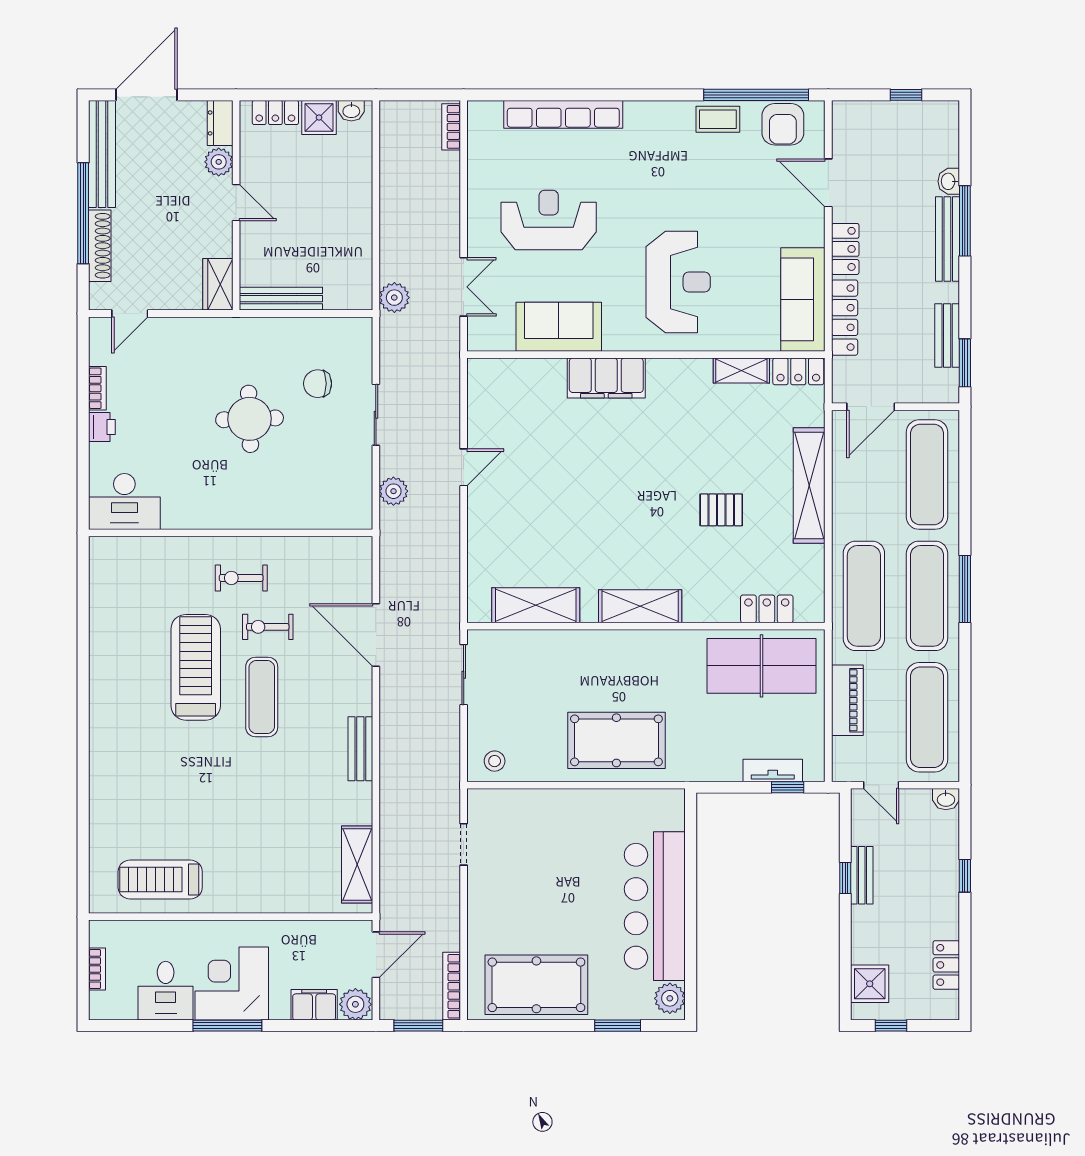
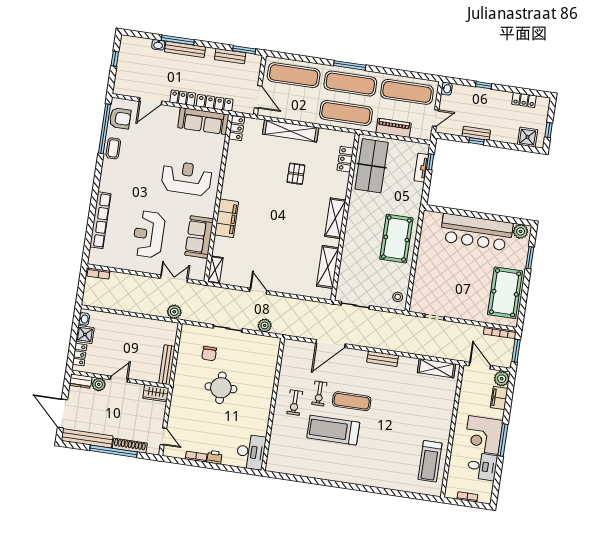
shelving: (741, 371) -> (215, 270), moved

